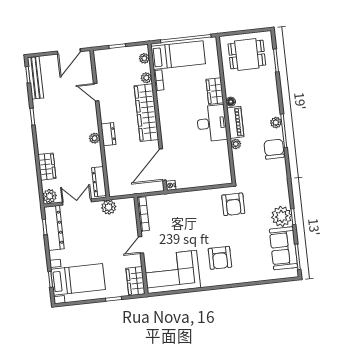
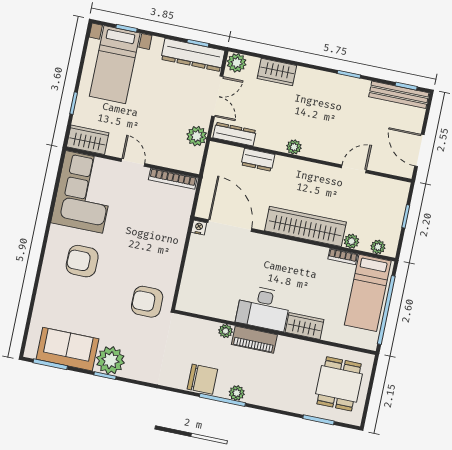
floor lamp: (231, 102) -> (284, 342), removed
dresser: (108, 134) -> (258, 160), moved

